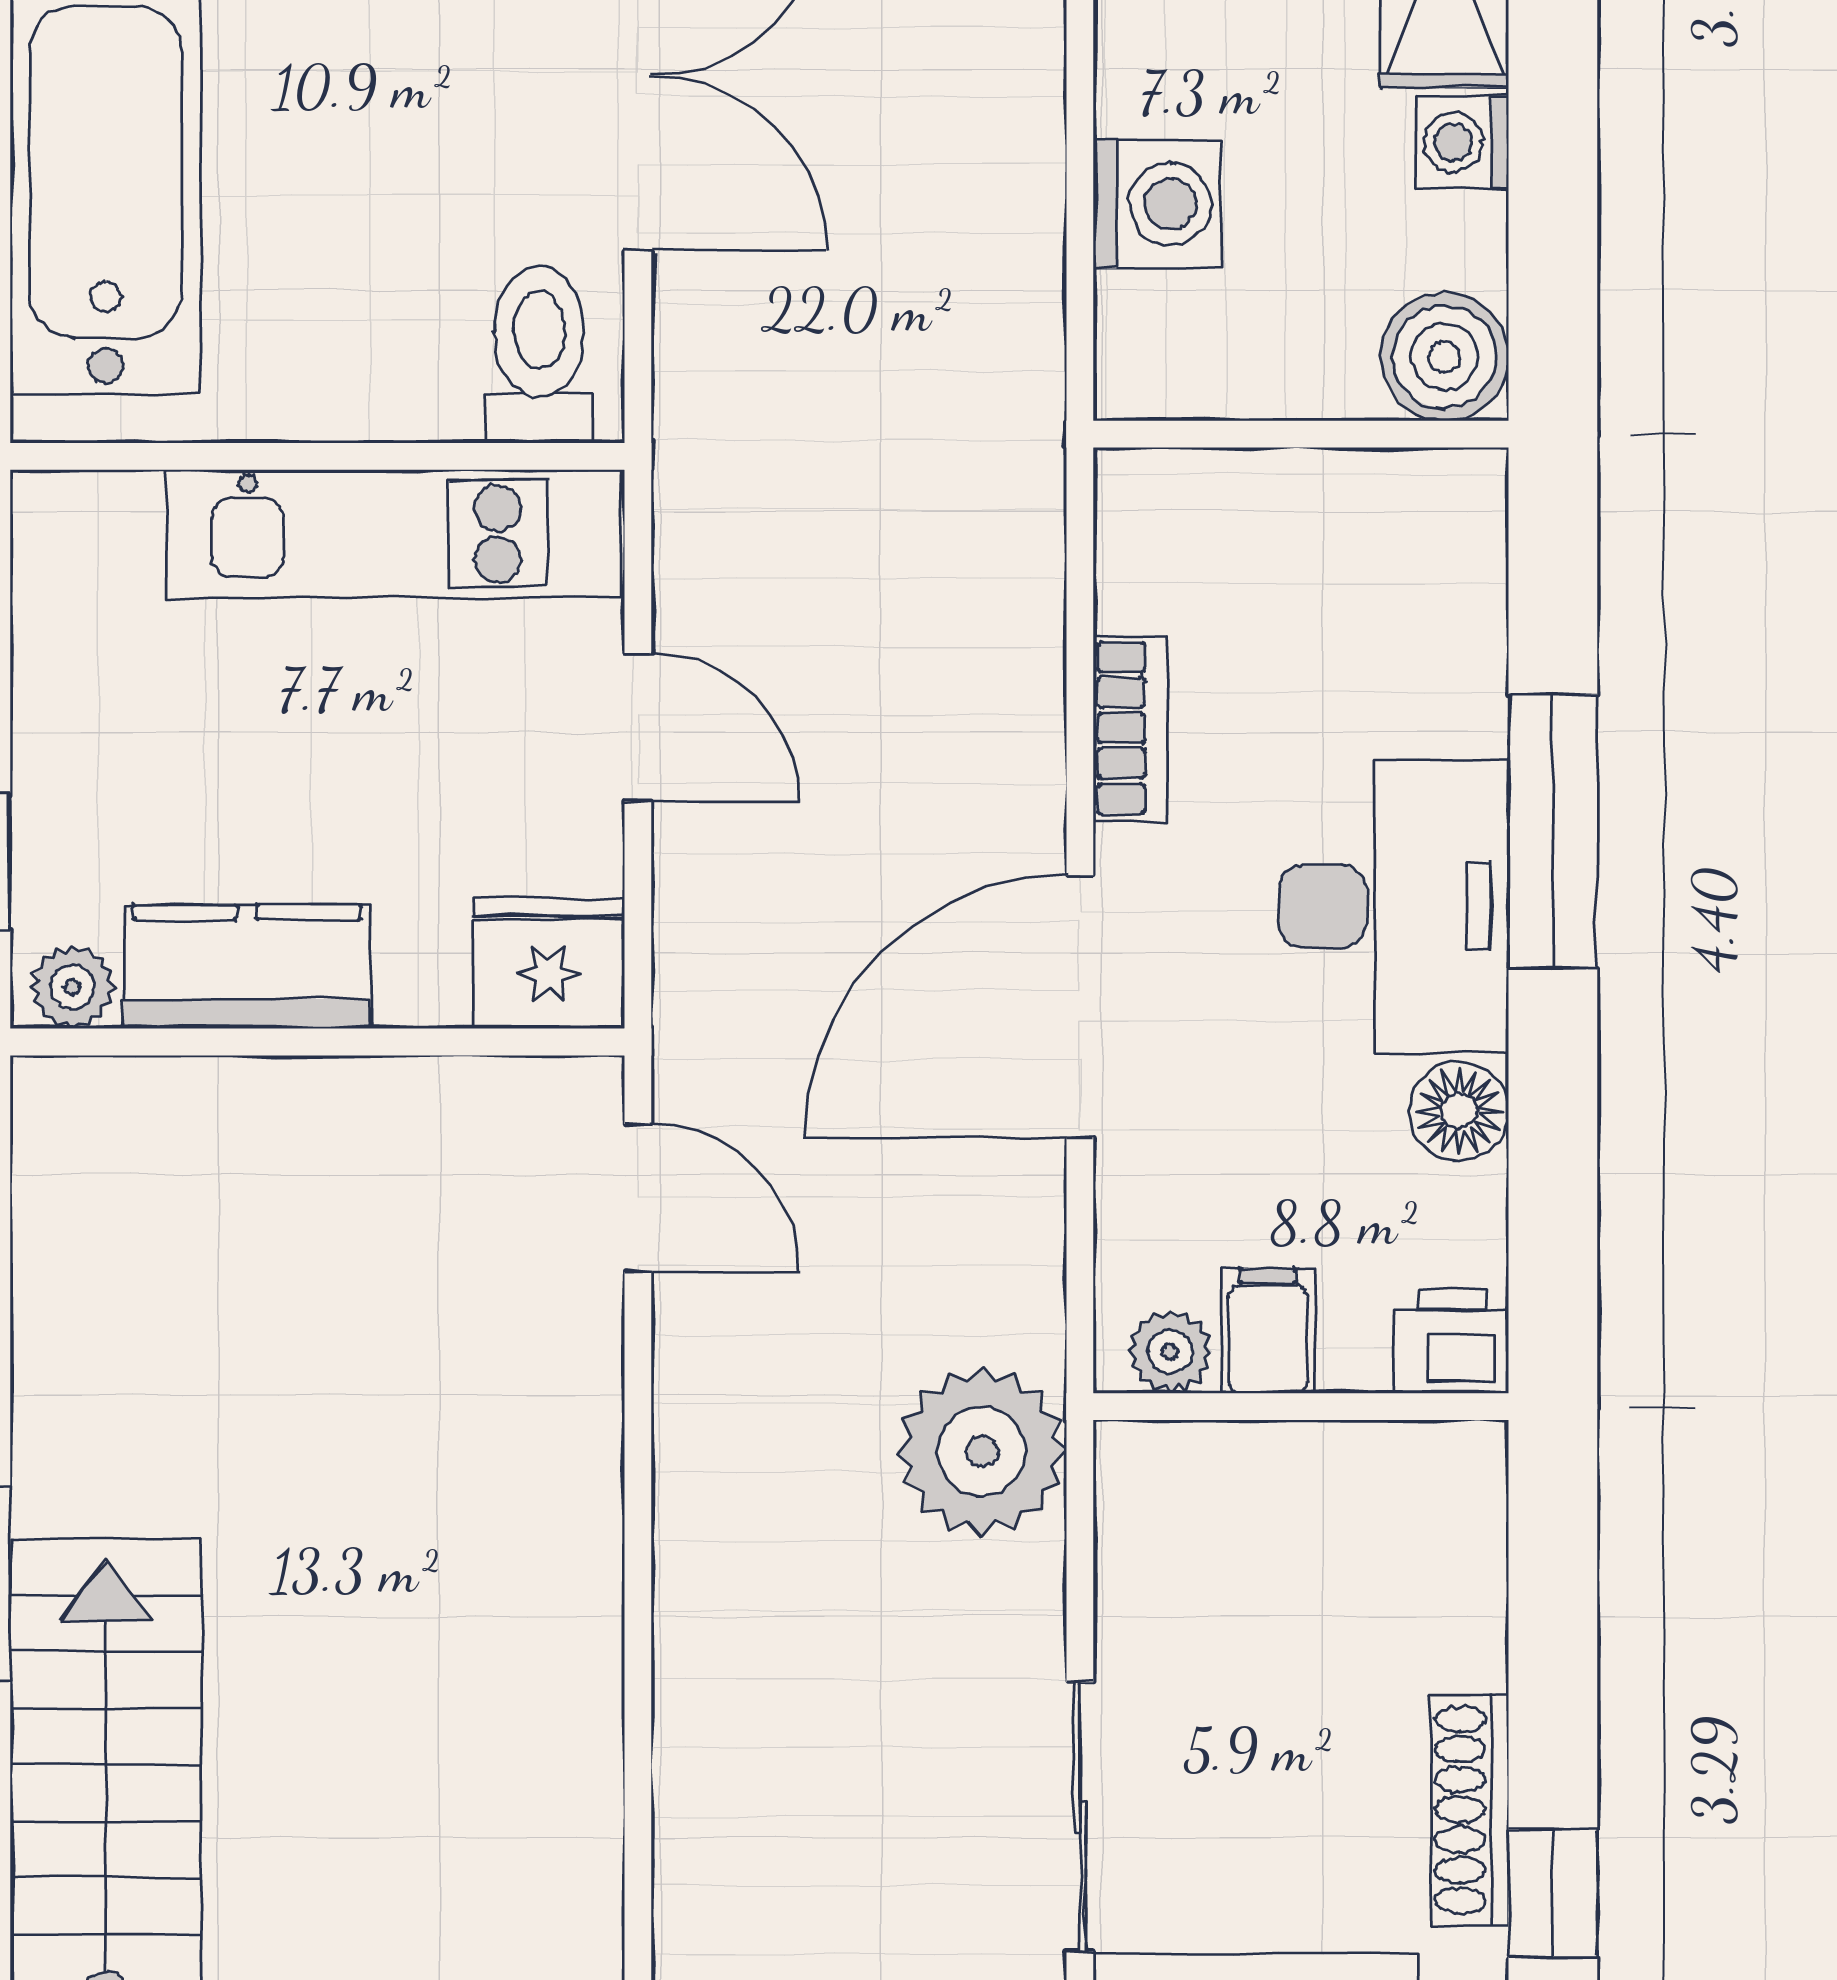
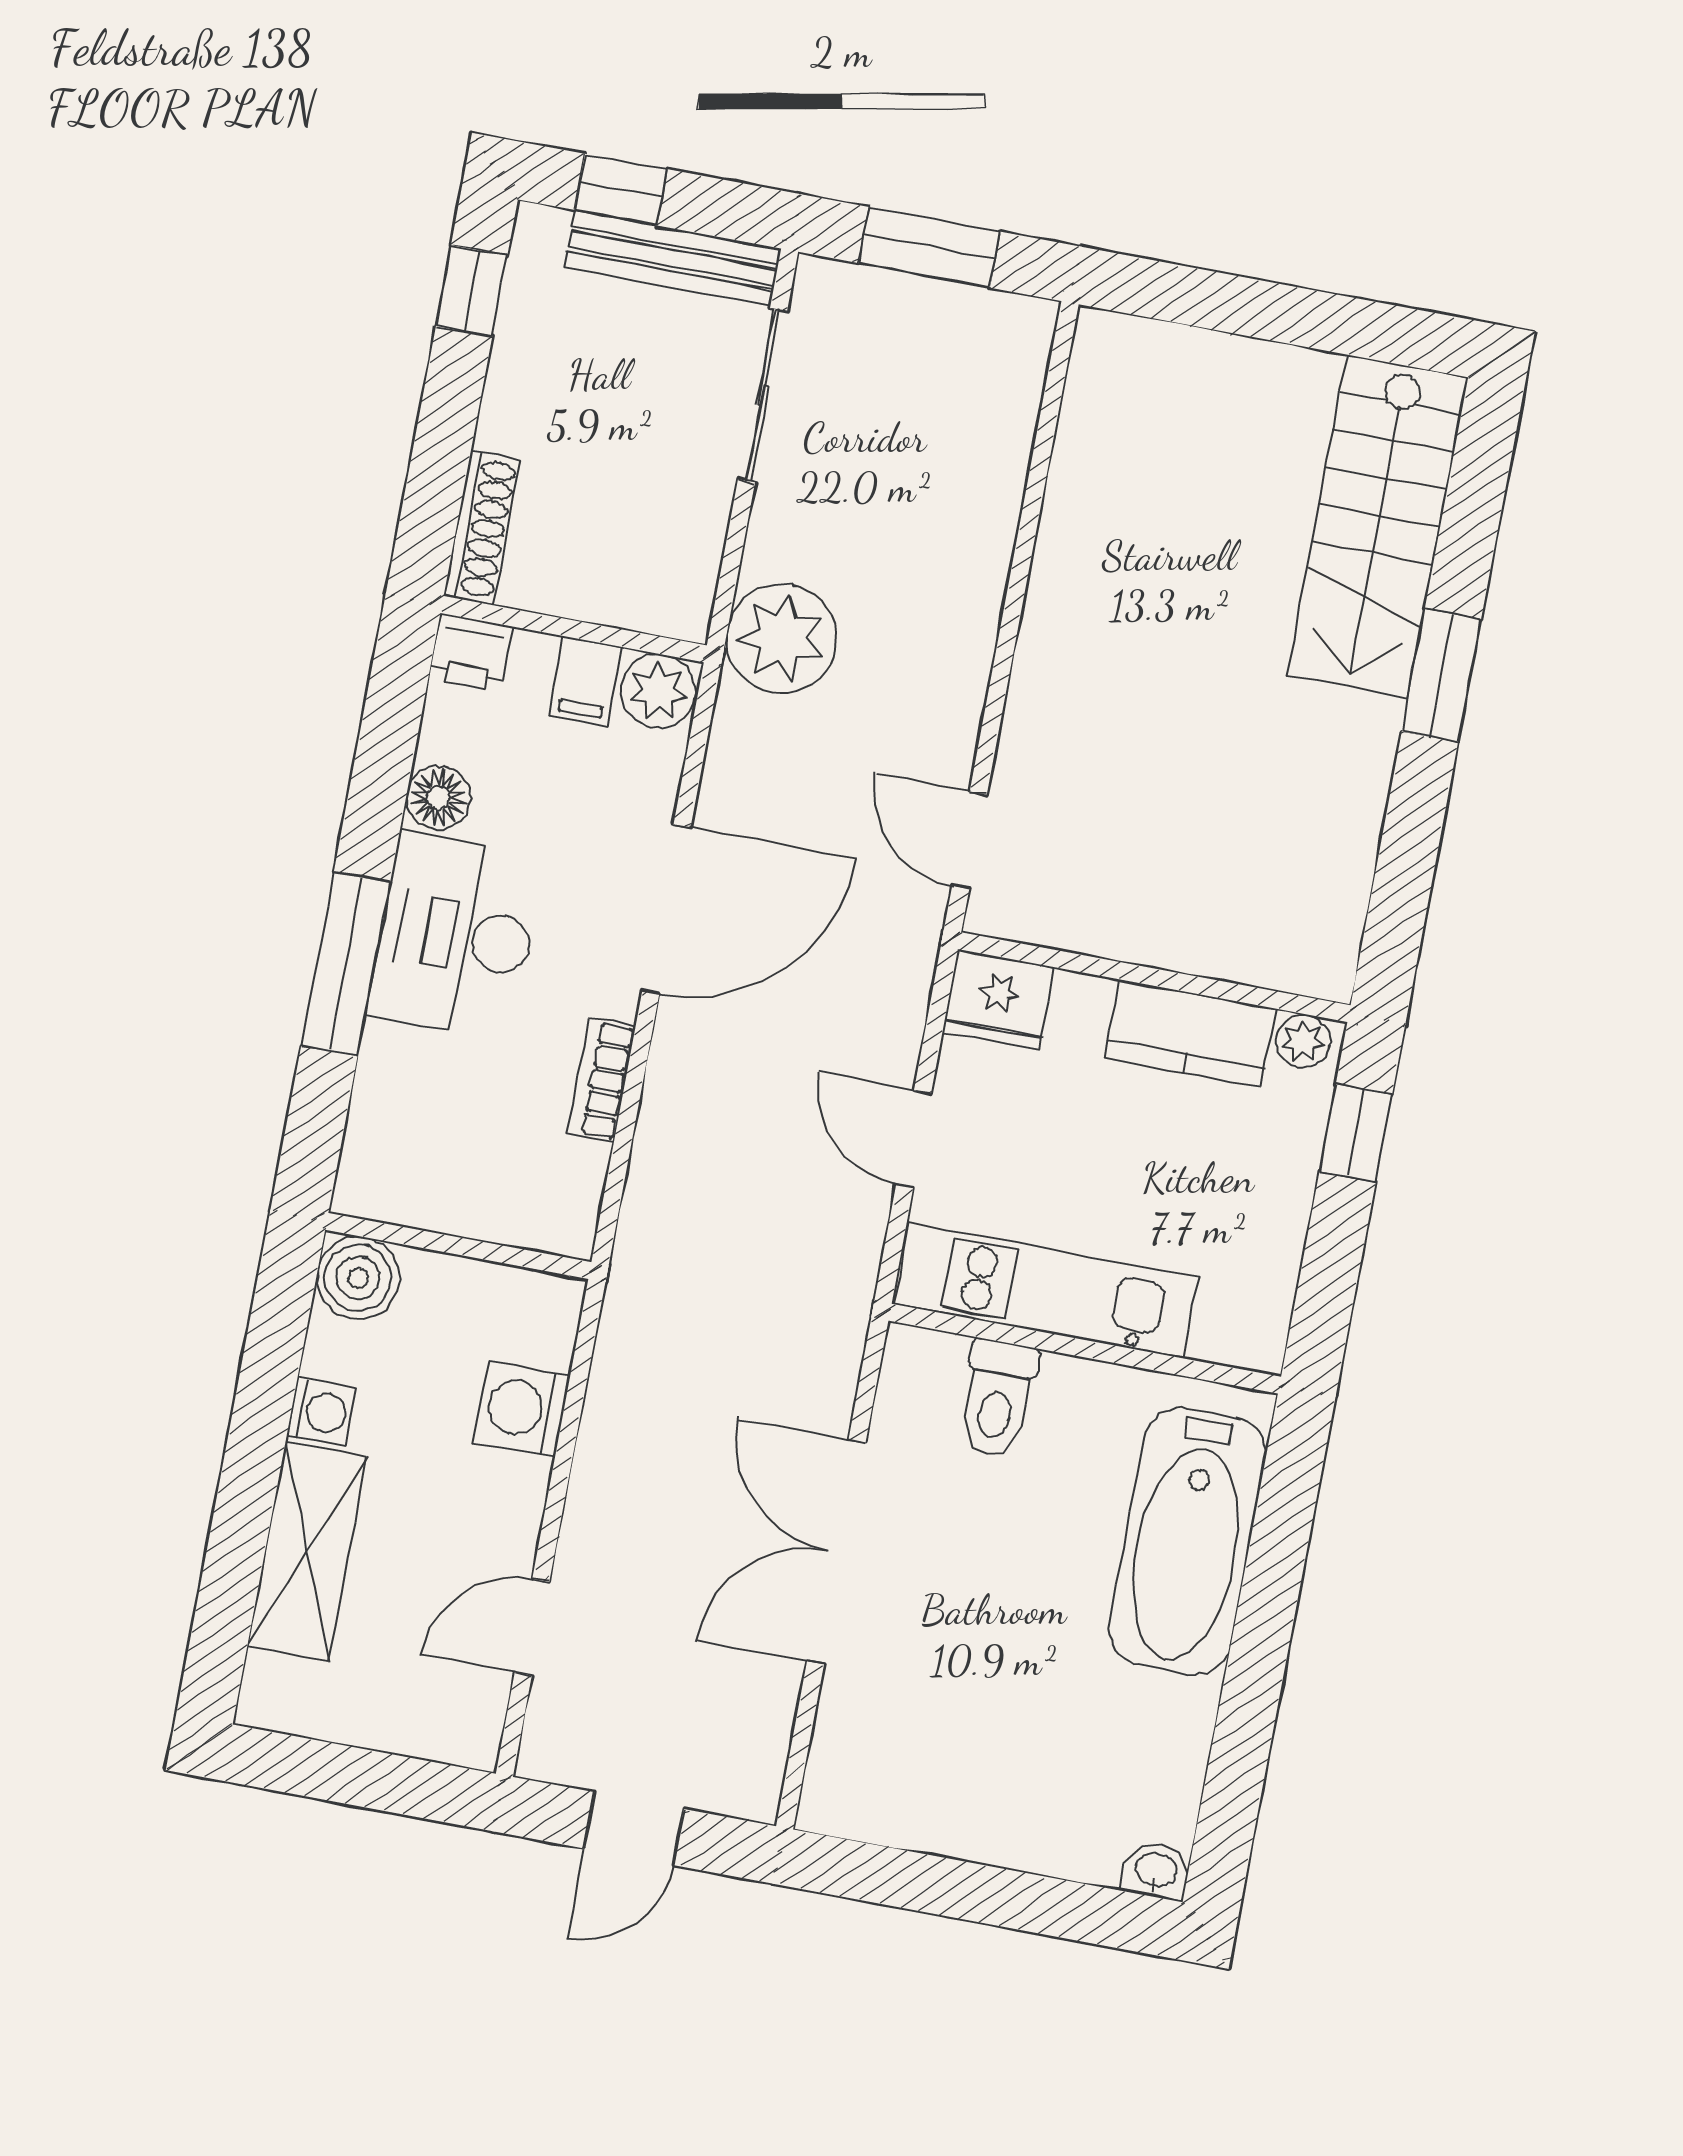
toilet: (539, 355) -> (997, 1399), moved
plant: (1170, 1352) -> (658, 691), width x1.38, depth x1.38
shoe rack: (1470, 1810) -> (482, 528), moved

